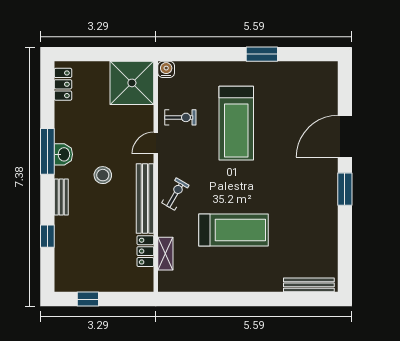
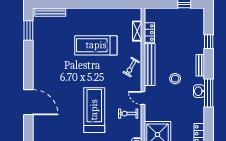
door: (345, 136) -> (28, 102), hinge flipped
door: (156, 143) -> (143, 98), swing flipped
window: (345, 189) -> (28, 30), moved

